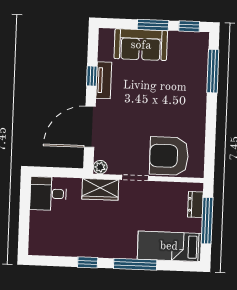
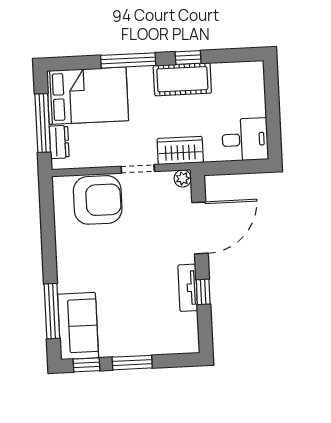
sofa: (141, 45) -> (78, 326), moved, turned 90
cot: (94, 246) -> (182, 79), added
bed: (169, 246) -> (88, 96), width x1.50

